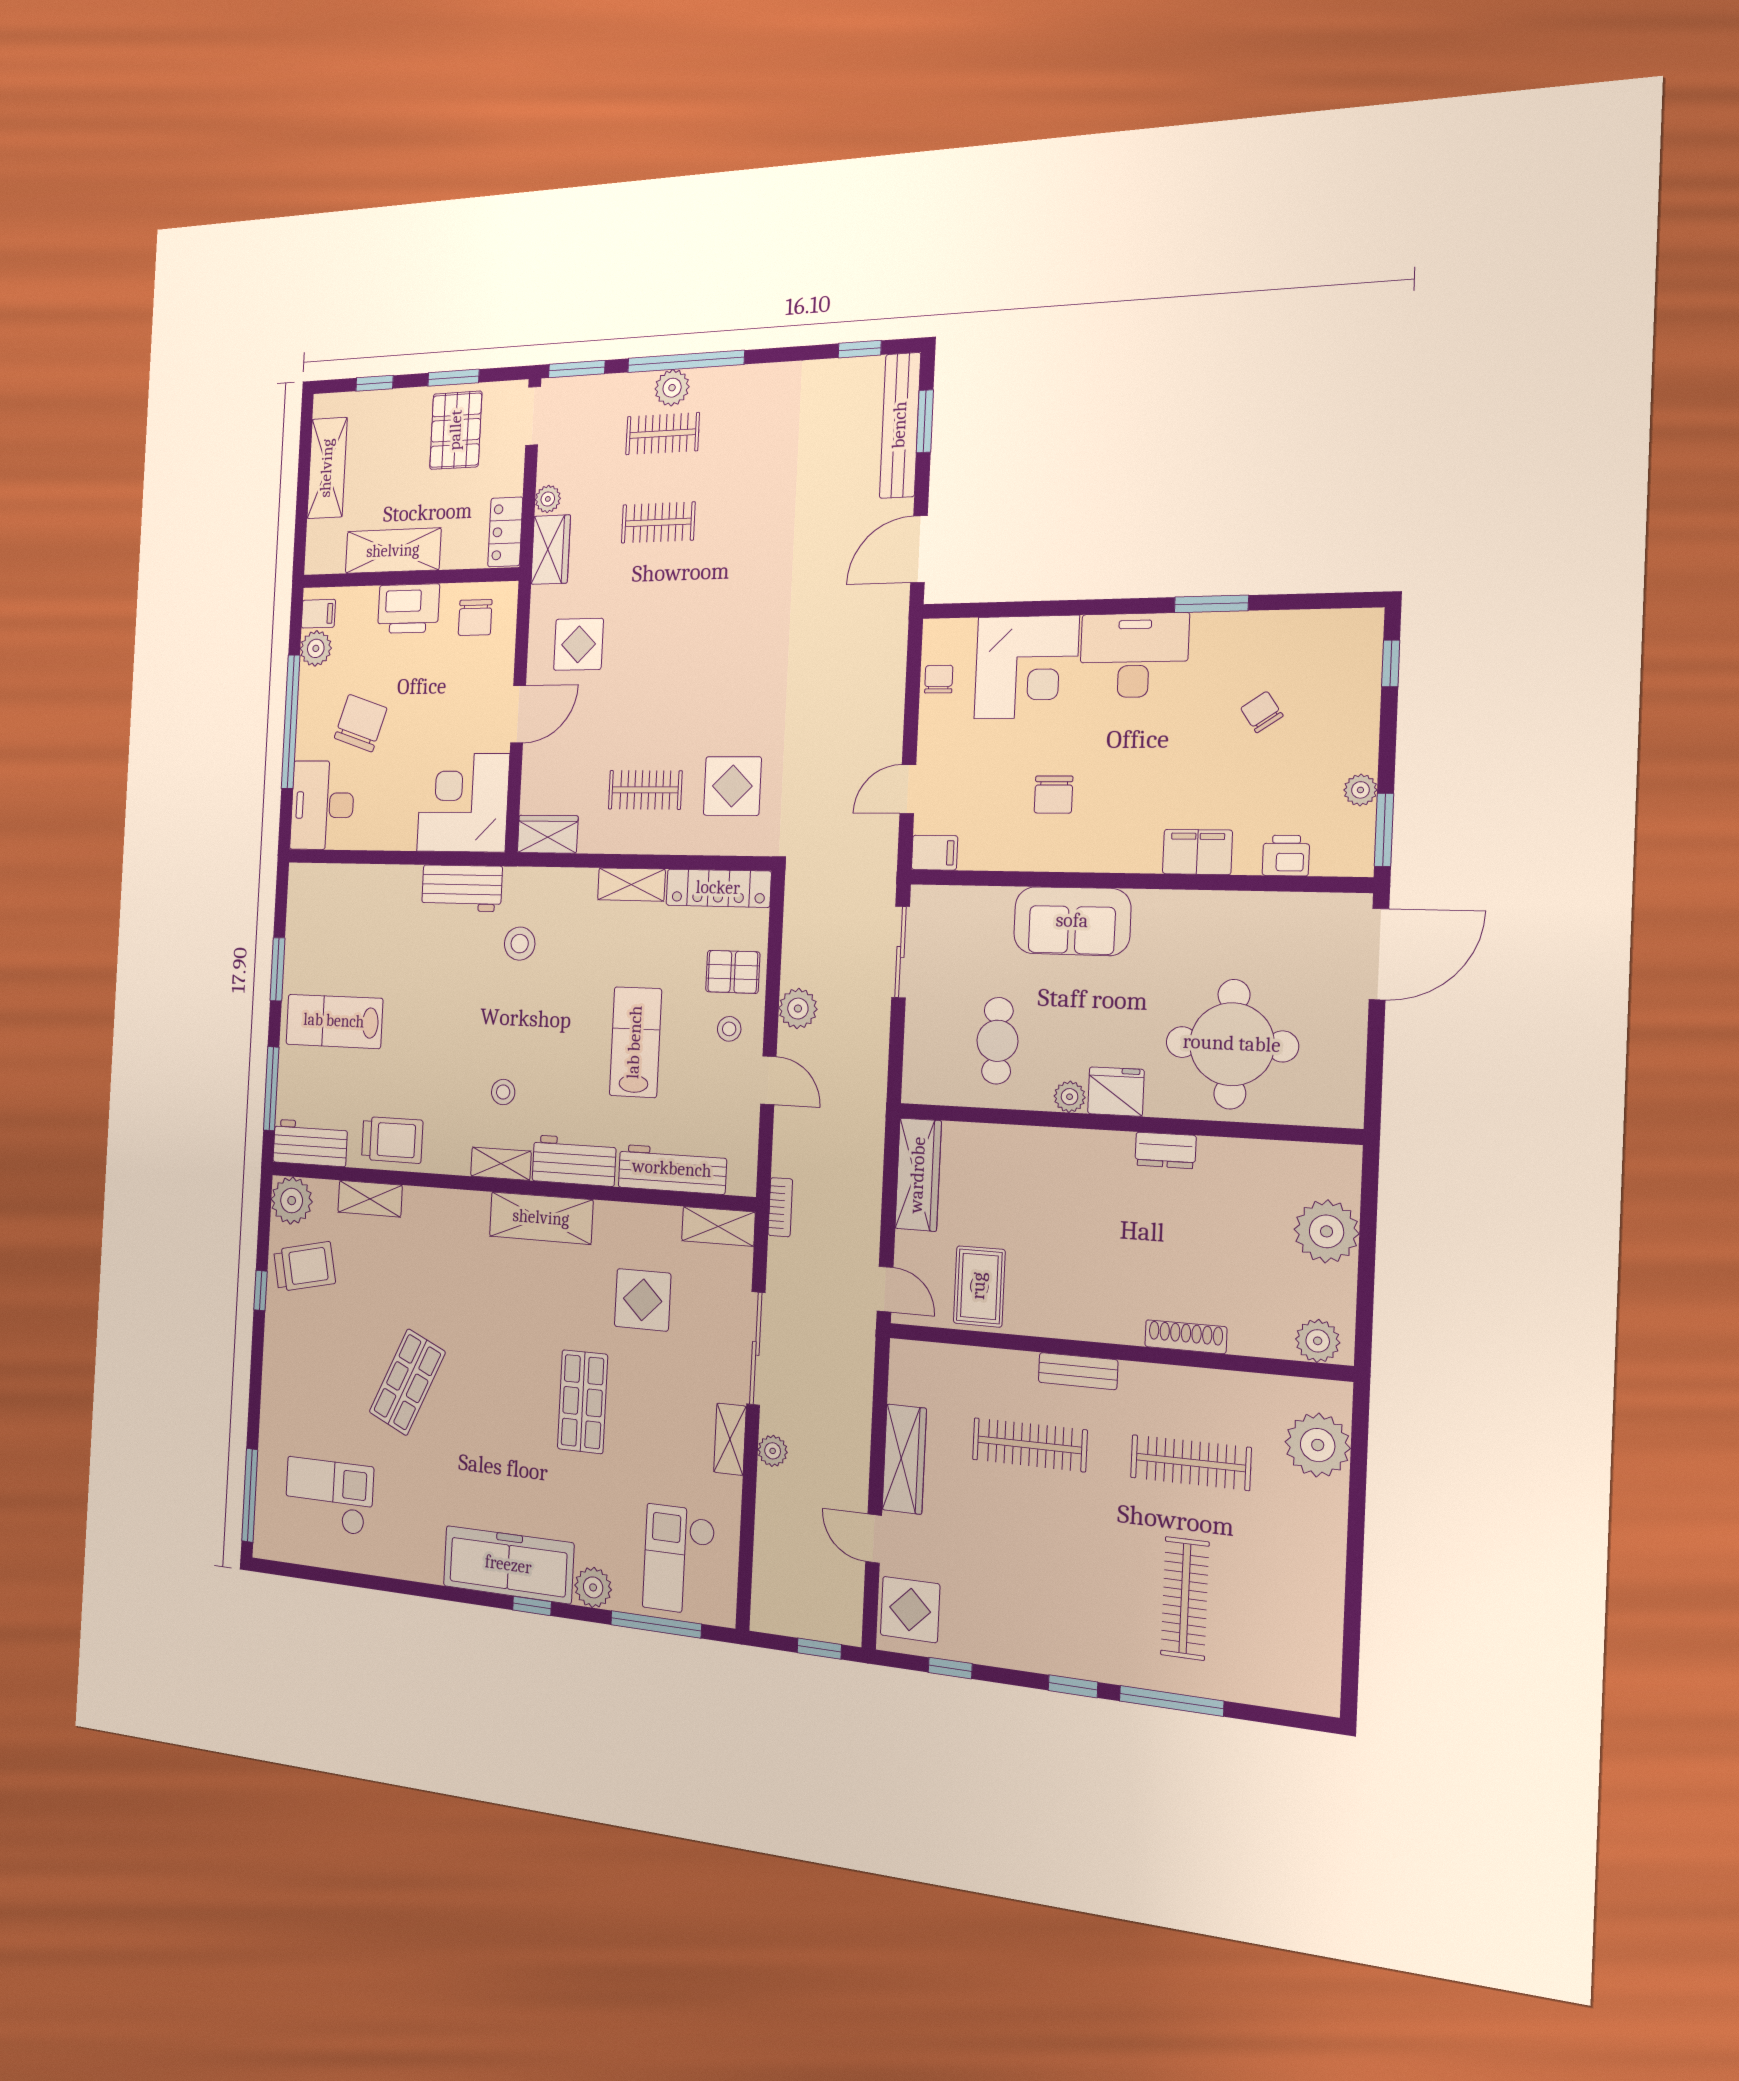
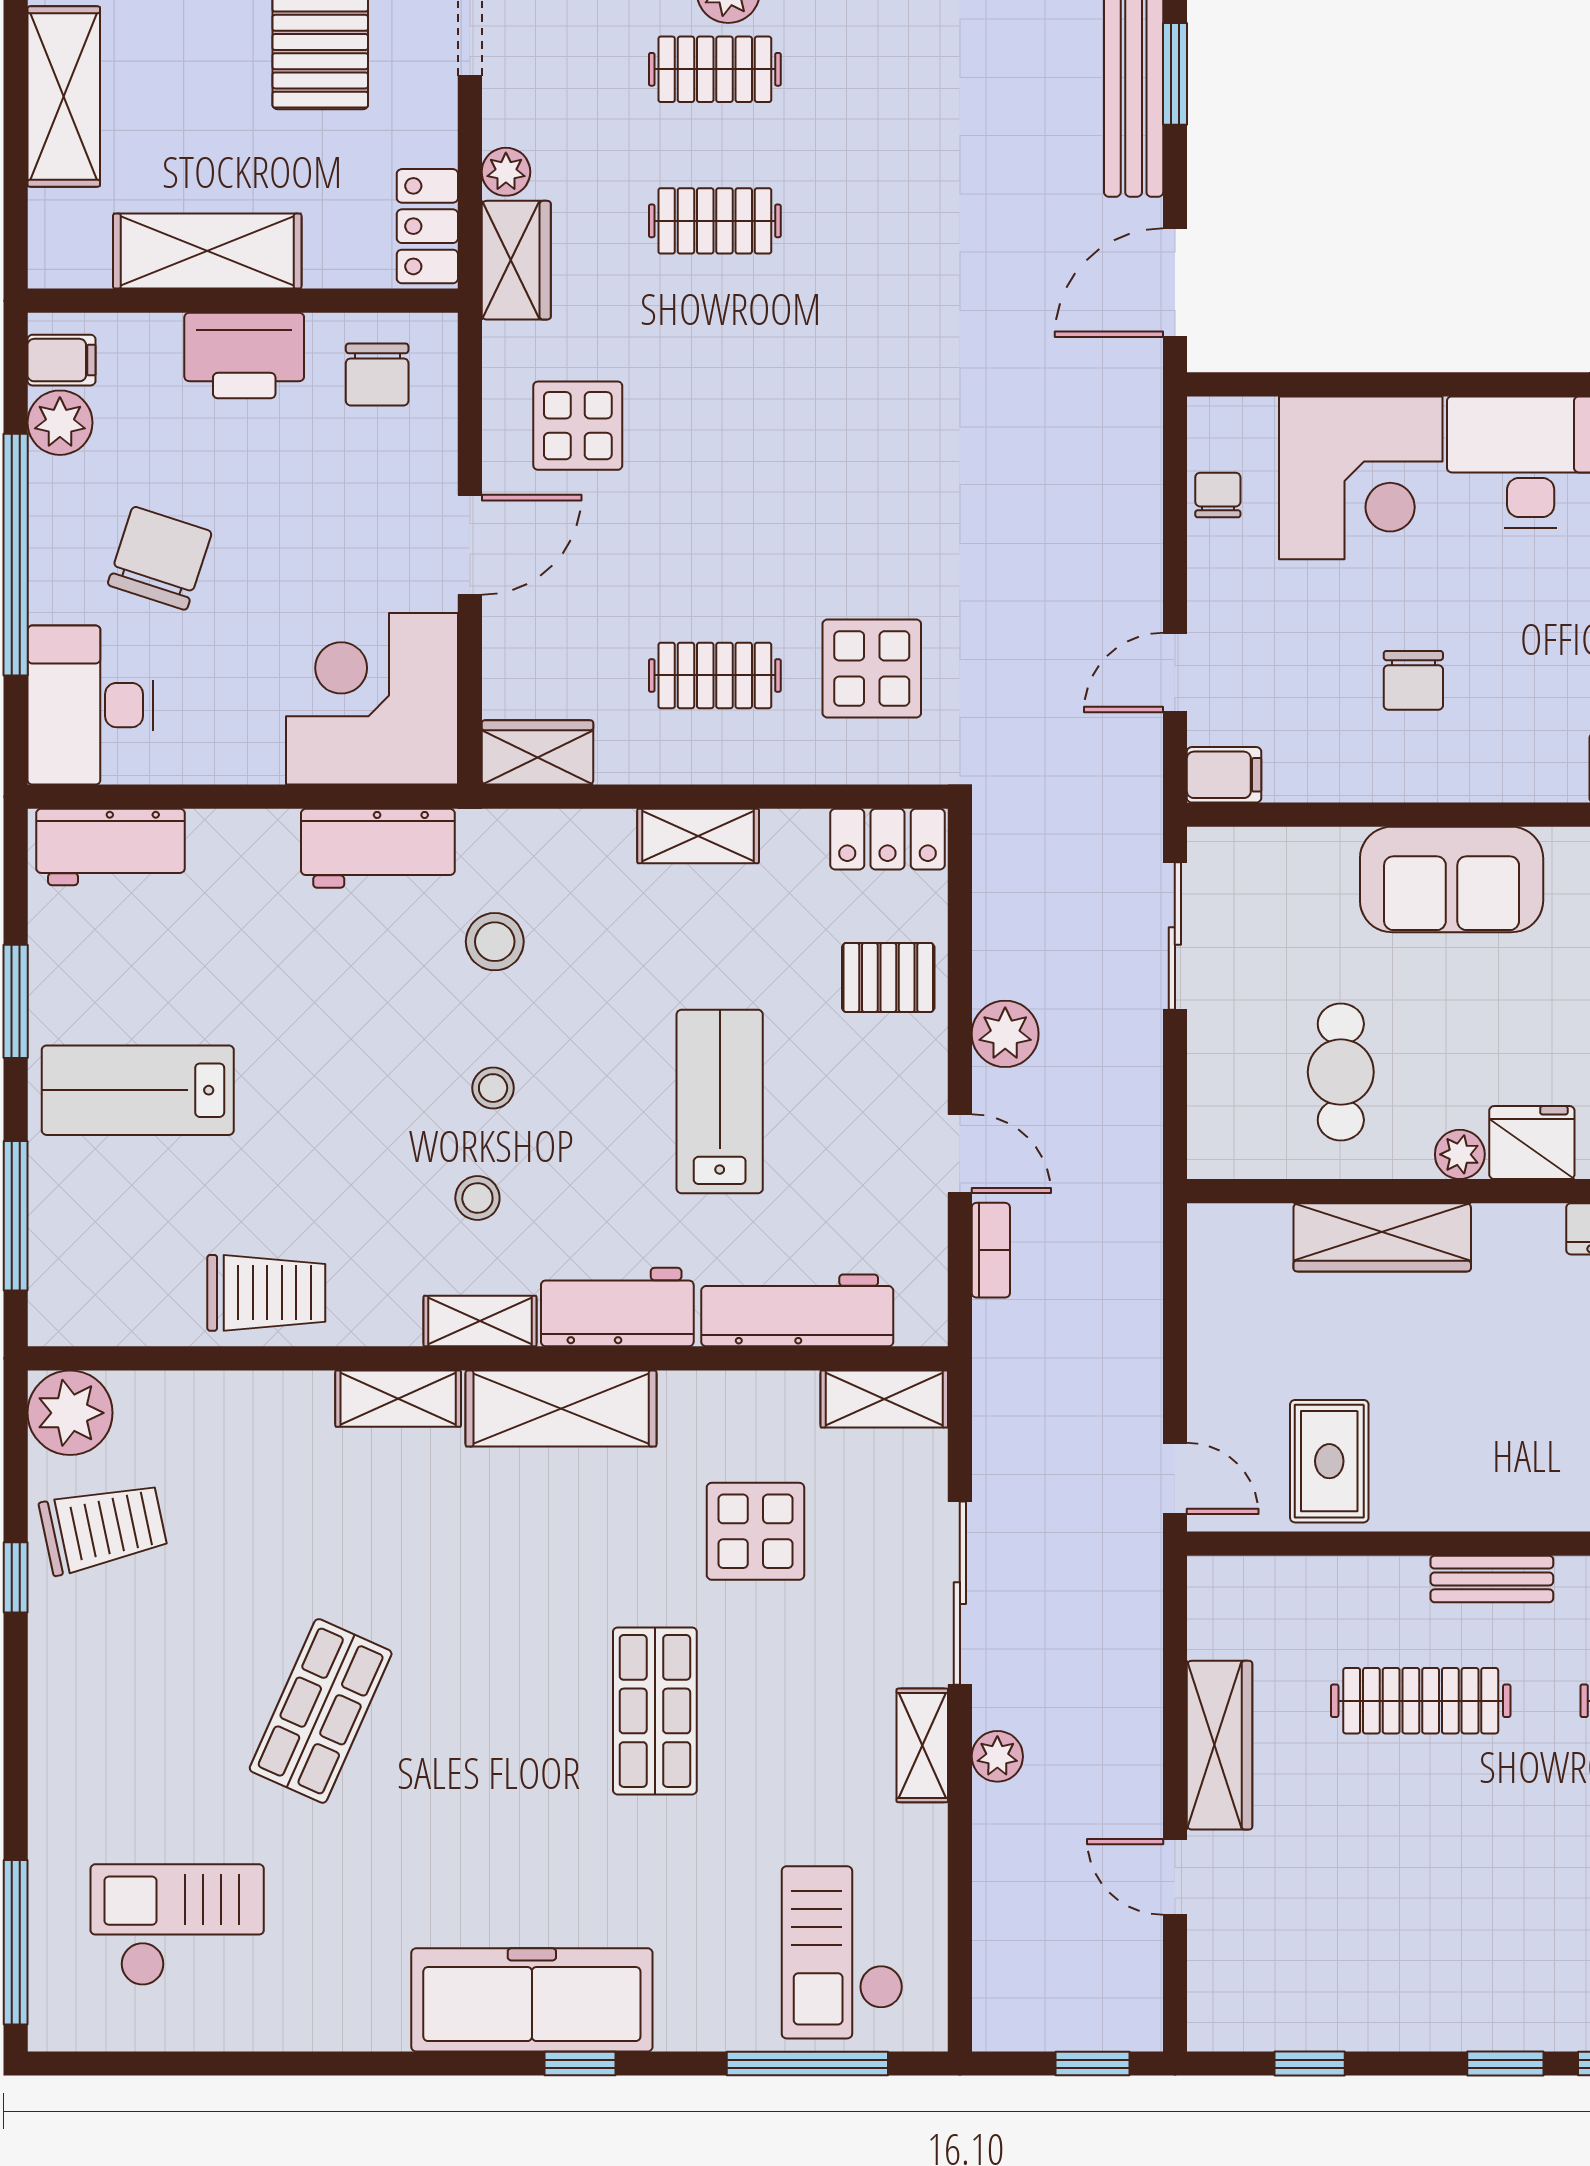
locker: (718, 888) -> (888, 839), width x0.66
stool: (729, 1029) -> (493, 1088), moved
workbench: (310, 1143) -> (111, 847), moved, turned 180
wardrobe: (918, 1175) -> (1382, 1237), moved, turned 90
shelving: (370, 1199) -> (398, 1399), moved
bookcase: (780, 1207) -> (991, 1250), moved
plant: (593, 1587) -> (691, 2018), removed
display table: (910, 1610) -> (1240, 1981), removed

